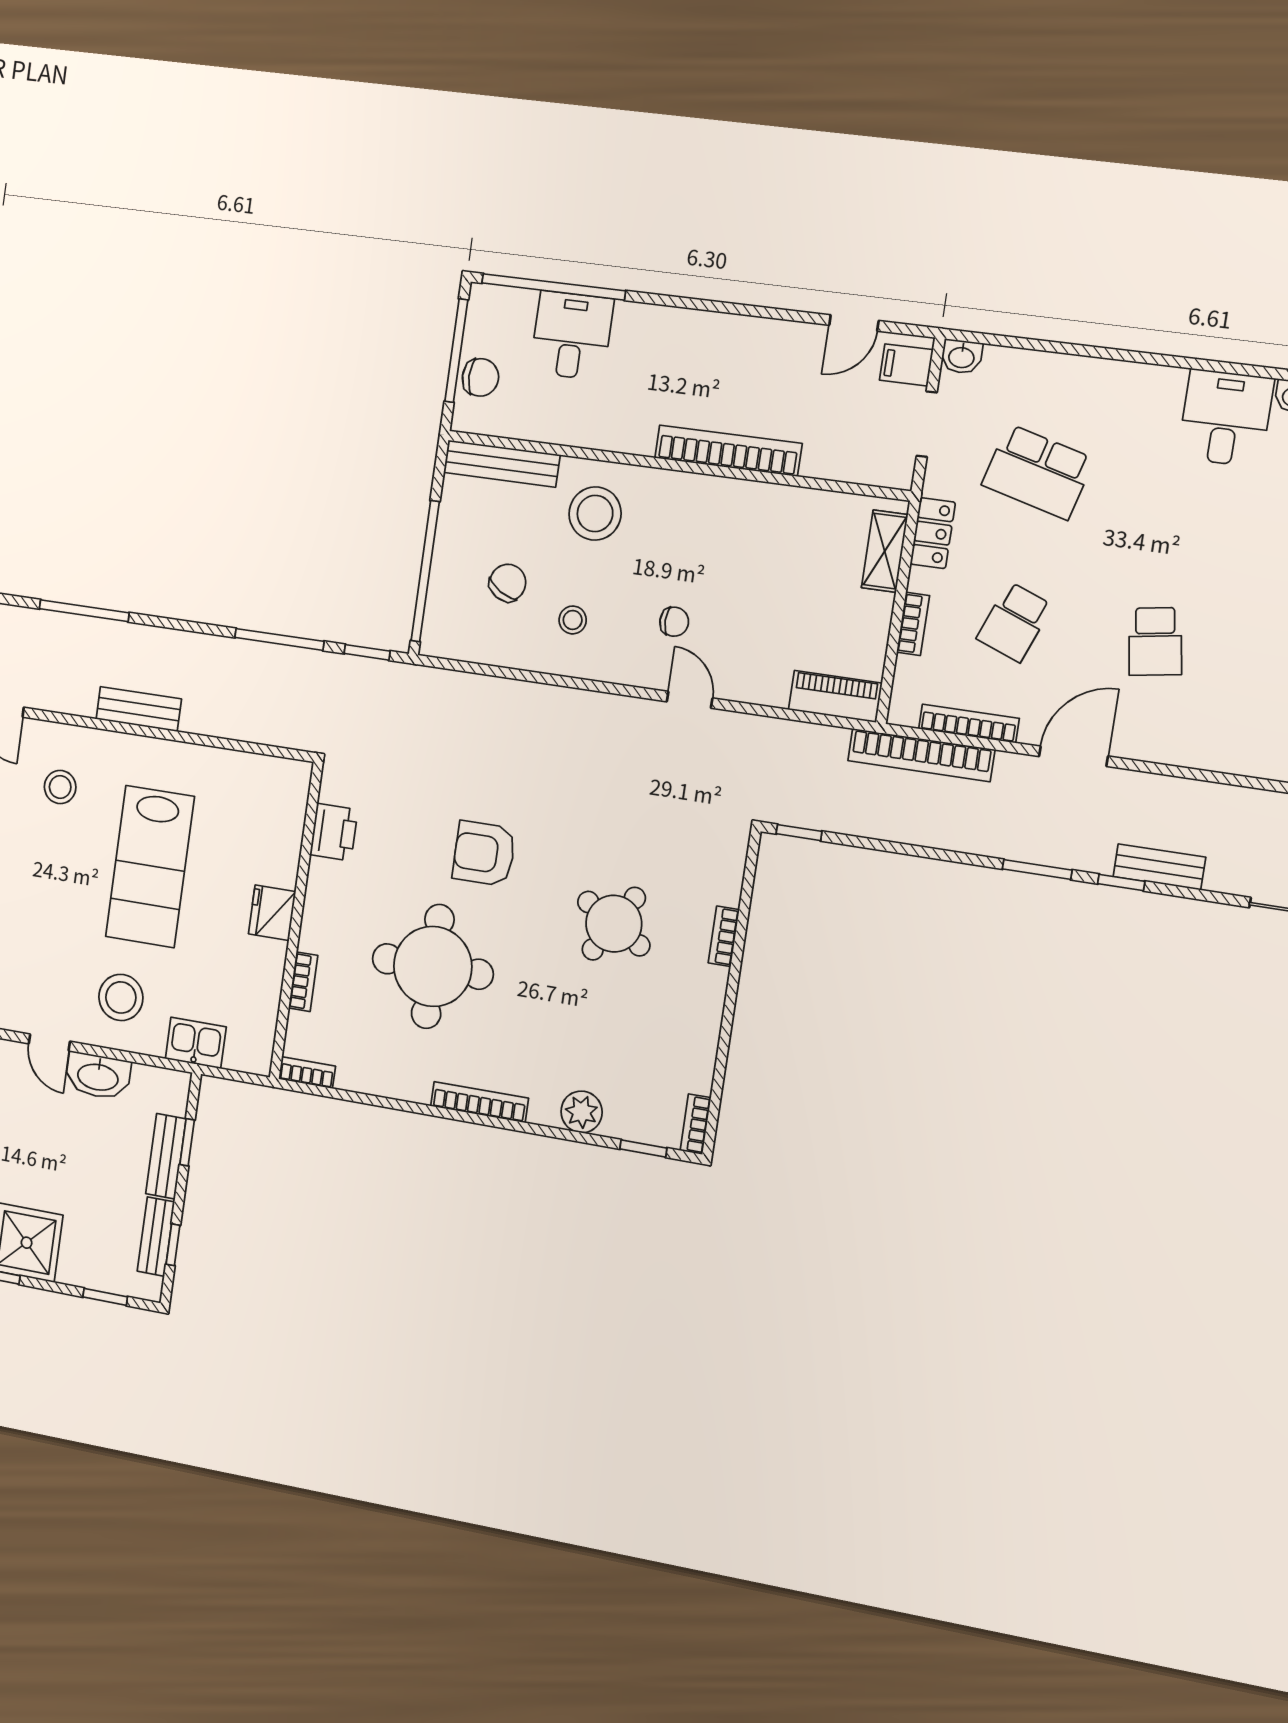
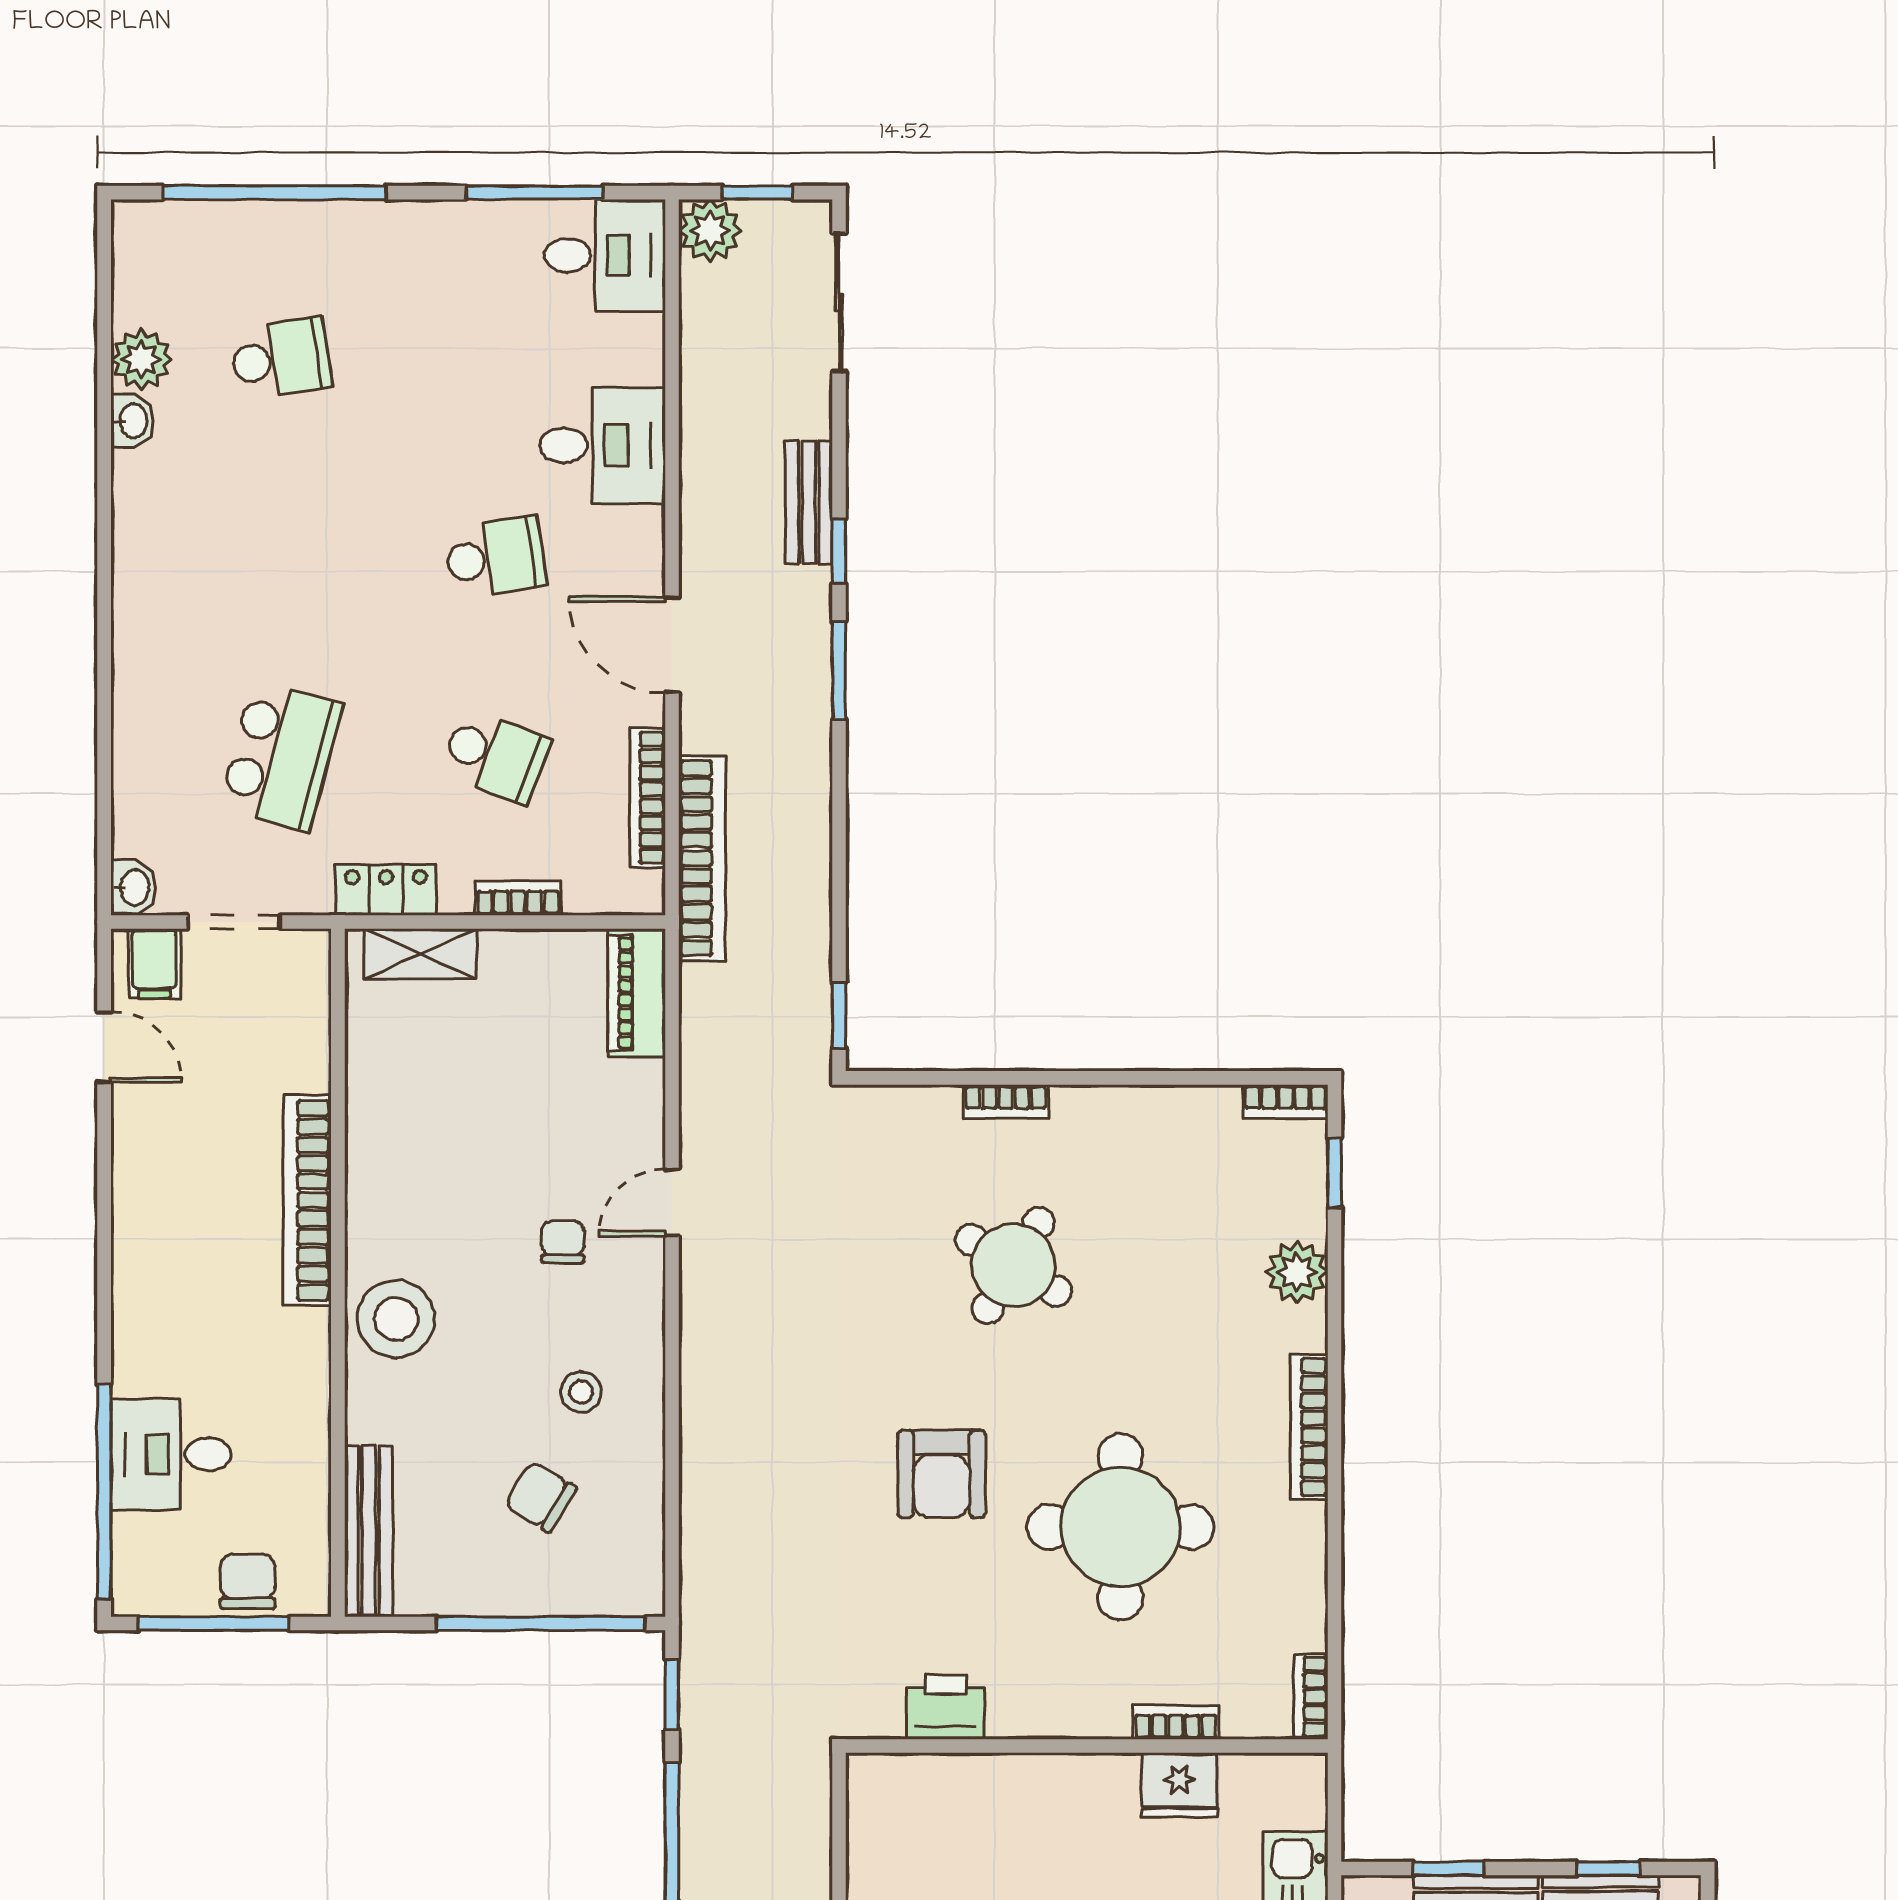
desk: (1226, 418) -> (602, 445), moved, turned 180
stool: (595, 514) -> (396, 1319), moved
fridge: (272, 913) -> (1179, 1785), moved

